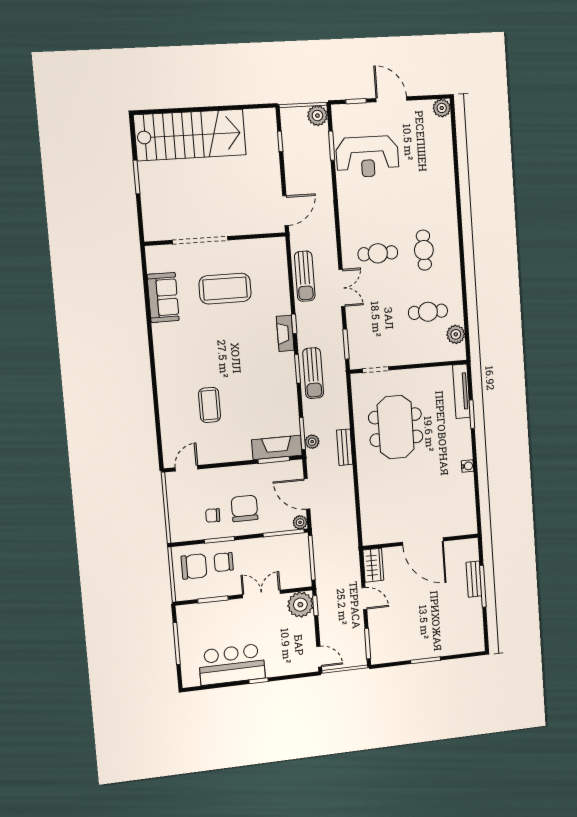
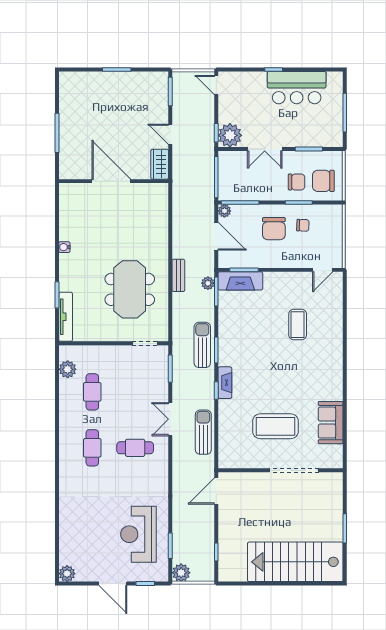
reception desk: (367, 157) -> (138, 534), turned -90
cafe table: (428, 312) -> (92, 392), turned 90
bench: (474, 579) -> (65, 141), removed

